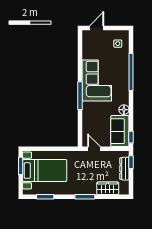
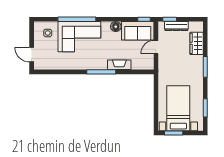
corner sofa: (97, 80) -> (79, 37), moved, turned 180
fireplace: (87, 113) -> (119, 65), added
door: (94, 149) -> (156, 47), moved

